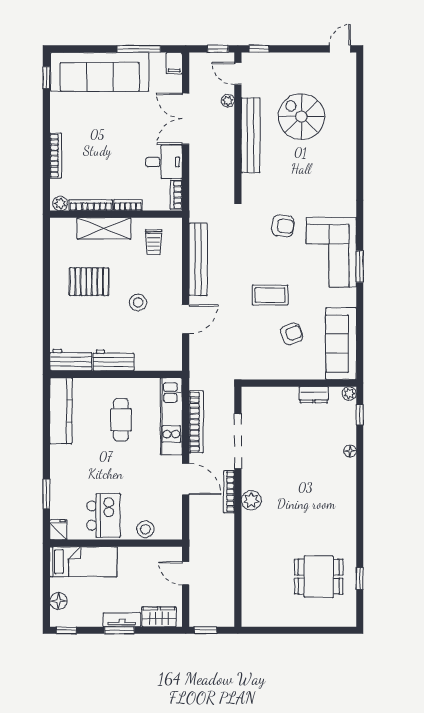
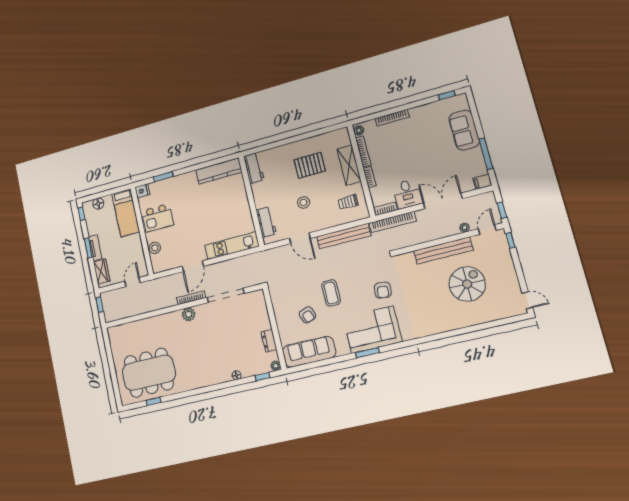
sofa: (100, 72) -> (464, 130), width x0.54, depth x0.79
pallet: (89, 282) -> (310, 165), turned 90
workbench: (113, 360) -> (266, 222), moved
cafe table: (121, 420) -> (222, 212), removed
bookcase: (196, 422) -> (392, 222), moved
dining table: (319, 577) -> (149, 373), width x1.88, depth x1.24

